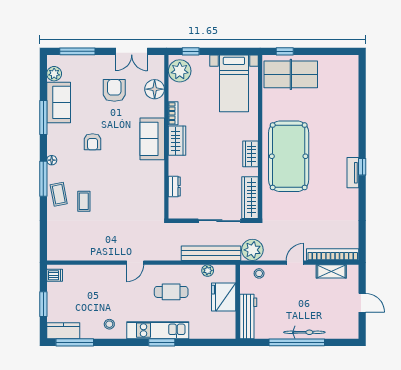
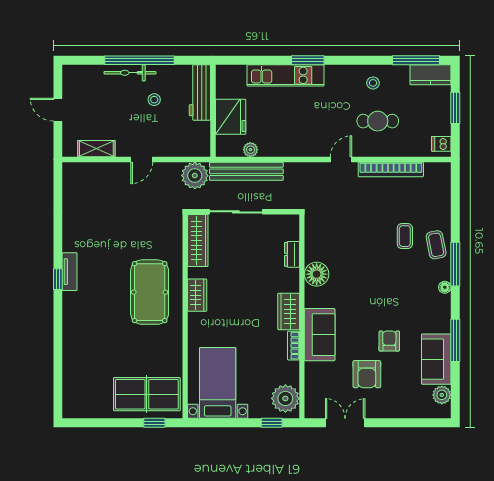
window: (77, 51) -> (413, 423), removed
floor lamp: (155, 89) -> (317, 274), moved
sofa: (152, 139) -> (320, 335), moved
armchair: (93, 142) -> (389, 341), moved
pool table: (289, 156) -> (150, 292), width x0.73, depth x0.76
bookcase: (333, 255) -> (391, 170), moved
stool: (259, 273) -> (154, 100), moved
cafe table: (171, 292) -> (378, 121), moved
kitchen unit: (158, 330) -> (285, 75), moved

